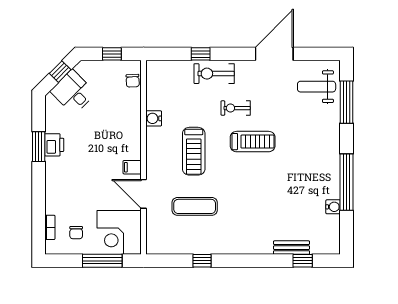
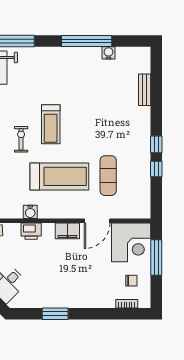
exercise bike: (236, 108) -> (21, 139), turned 180
treadmill: (253, 142) -> (51, 124), turned 180
printer: (54, 145) -> (31, 231), moved, turned 180
treadmill: (194, 151) -> (59, 176), width x1.37, depth x1.38
filing cabinet: (132, 167) -> (67, 231), width x2.00
window: (303, 261) -> (156, 144), moved

